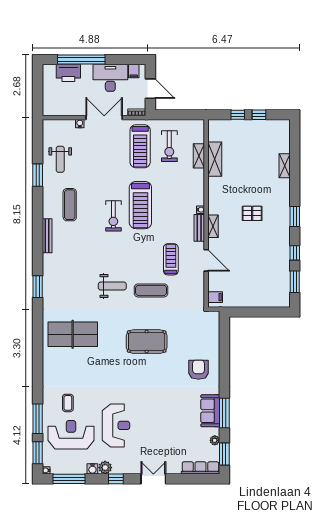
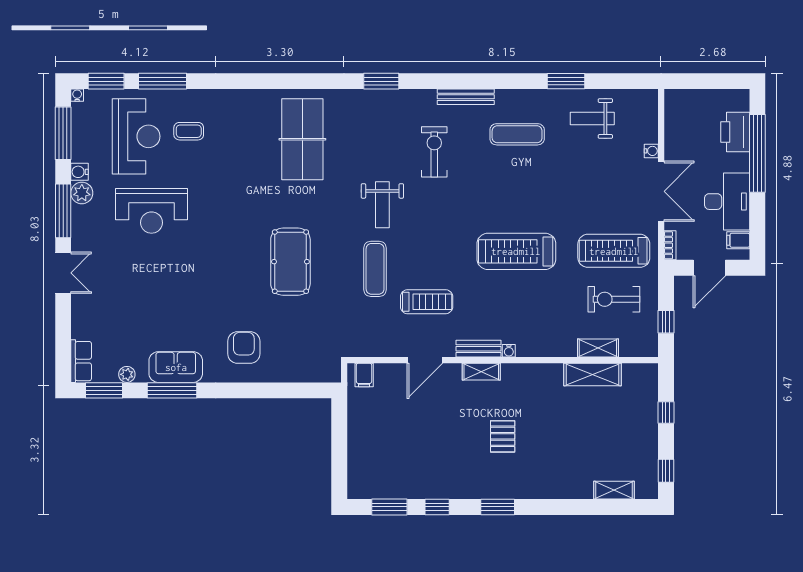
window: (183, 115) -> (666, 322), added
window: (259, 115) -> (666, 471), moved
shelving: (285, 166) -> (614, 490), moved
exercise bike: (113, 216) -> (434, 152), moved, turned 90
armchair: (198, 370) -> (244, 348), turned -90
row of seats: (200, 468) -> (81, 361), width x0.68
window: (116, 479) -> (63, 211), width x2.17

